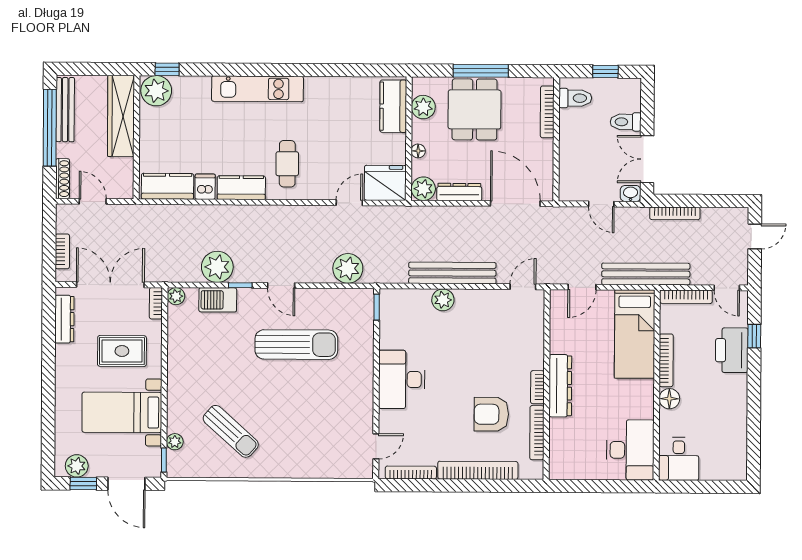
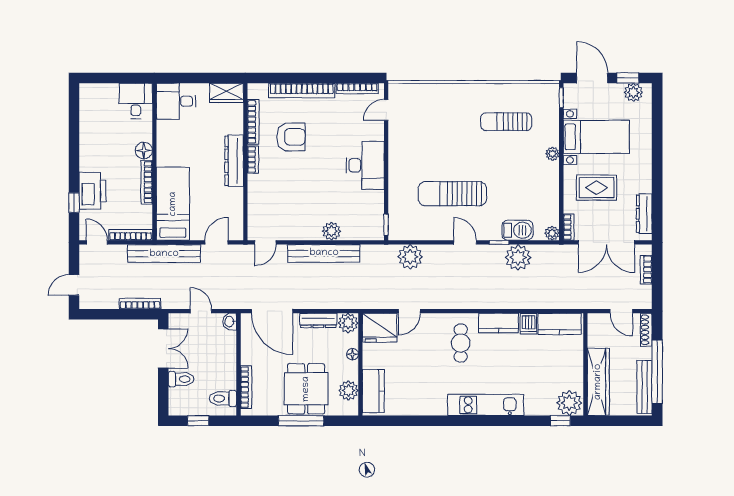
washbasin: (631, 194) -> (230, 322), moved, turned 90
sun lounger: (231, 431) -> (506, 122), turned -42
plant: (175, 442) -> (552, 154), moved
desk: (630, 450) -> (176, 101), width x0.73
wardrobe: (569, 468) -> (227, 93), added

